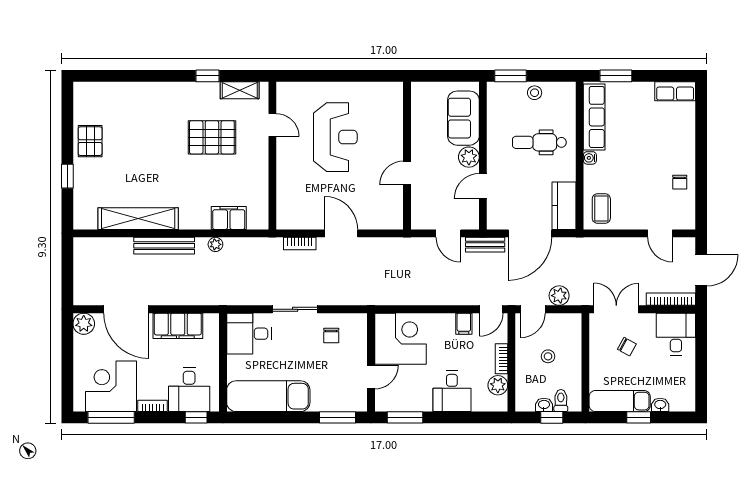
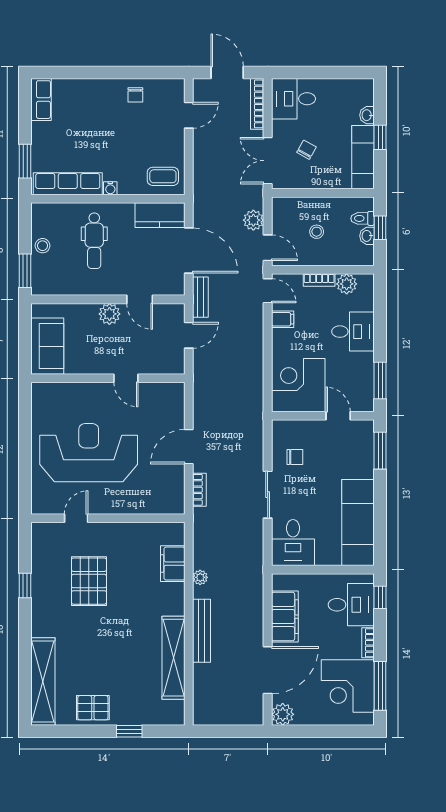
shelving: (240, 90) -> (43, 682), moved, width x2.20, depth x1.33
sofa: (463, 118) -> (47, 346), moved, turned -90
reception desk: (335, 137) -> (89, 453), width x1.36, depth x1.30
chair: (680, 182) -> (135, 95), turned 90

